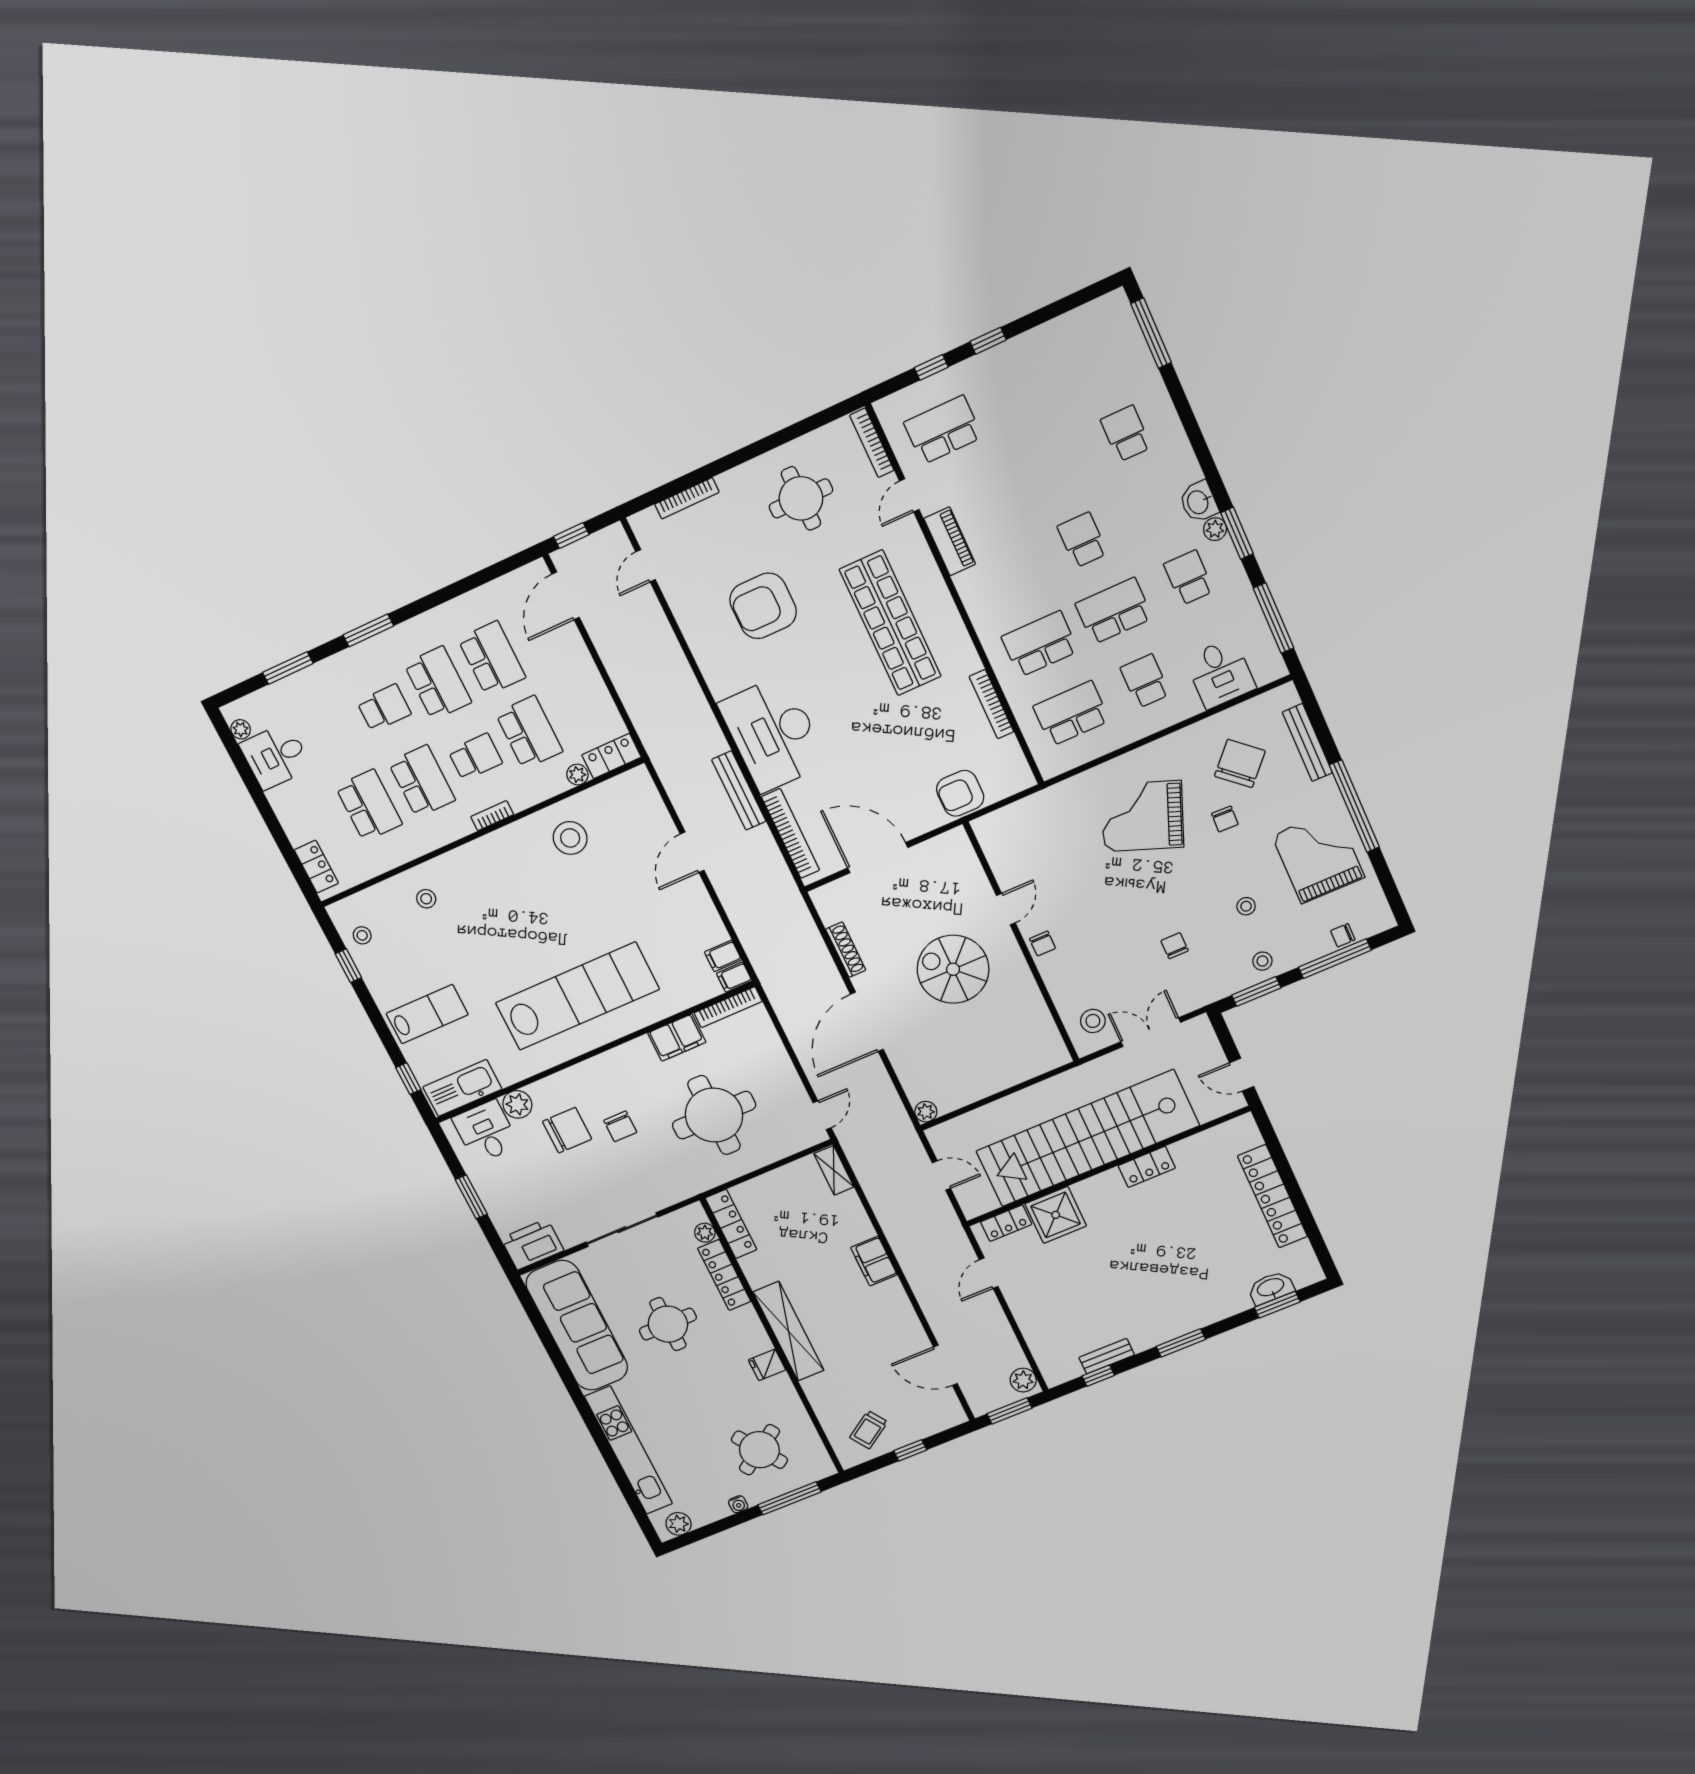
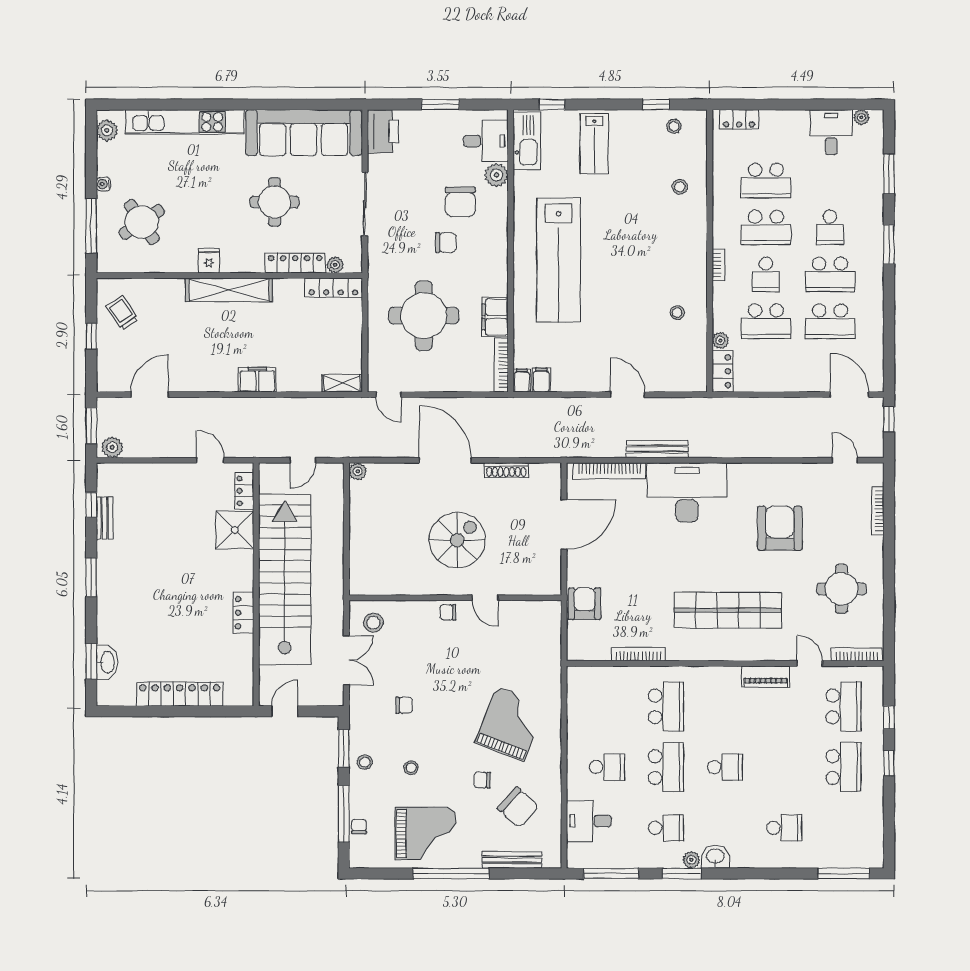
school desk: (1071, 714) -> (843, 767), moved
stool: (570, 838) -> (677, 313), width x0.53, depth x0.53
chair: (620, 1126) -> (446, 242), turned 180

